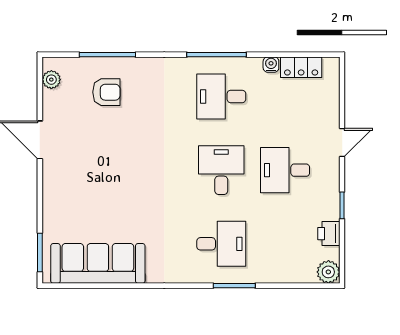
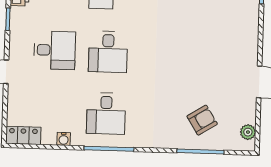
locker: (301, 67) -> (23, 135), moved
armchair: (106, 92) -> (202, 120), turned 148
desk: (221, 96) -> (106, 114), turned 90

